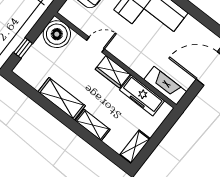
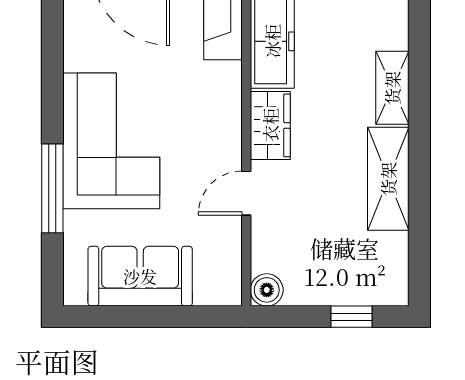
boiler: (57, 34) -> (267, 290), width x0.54, depth x0.54
door: (95, 45) -> (246, 193), hinge flipped

